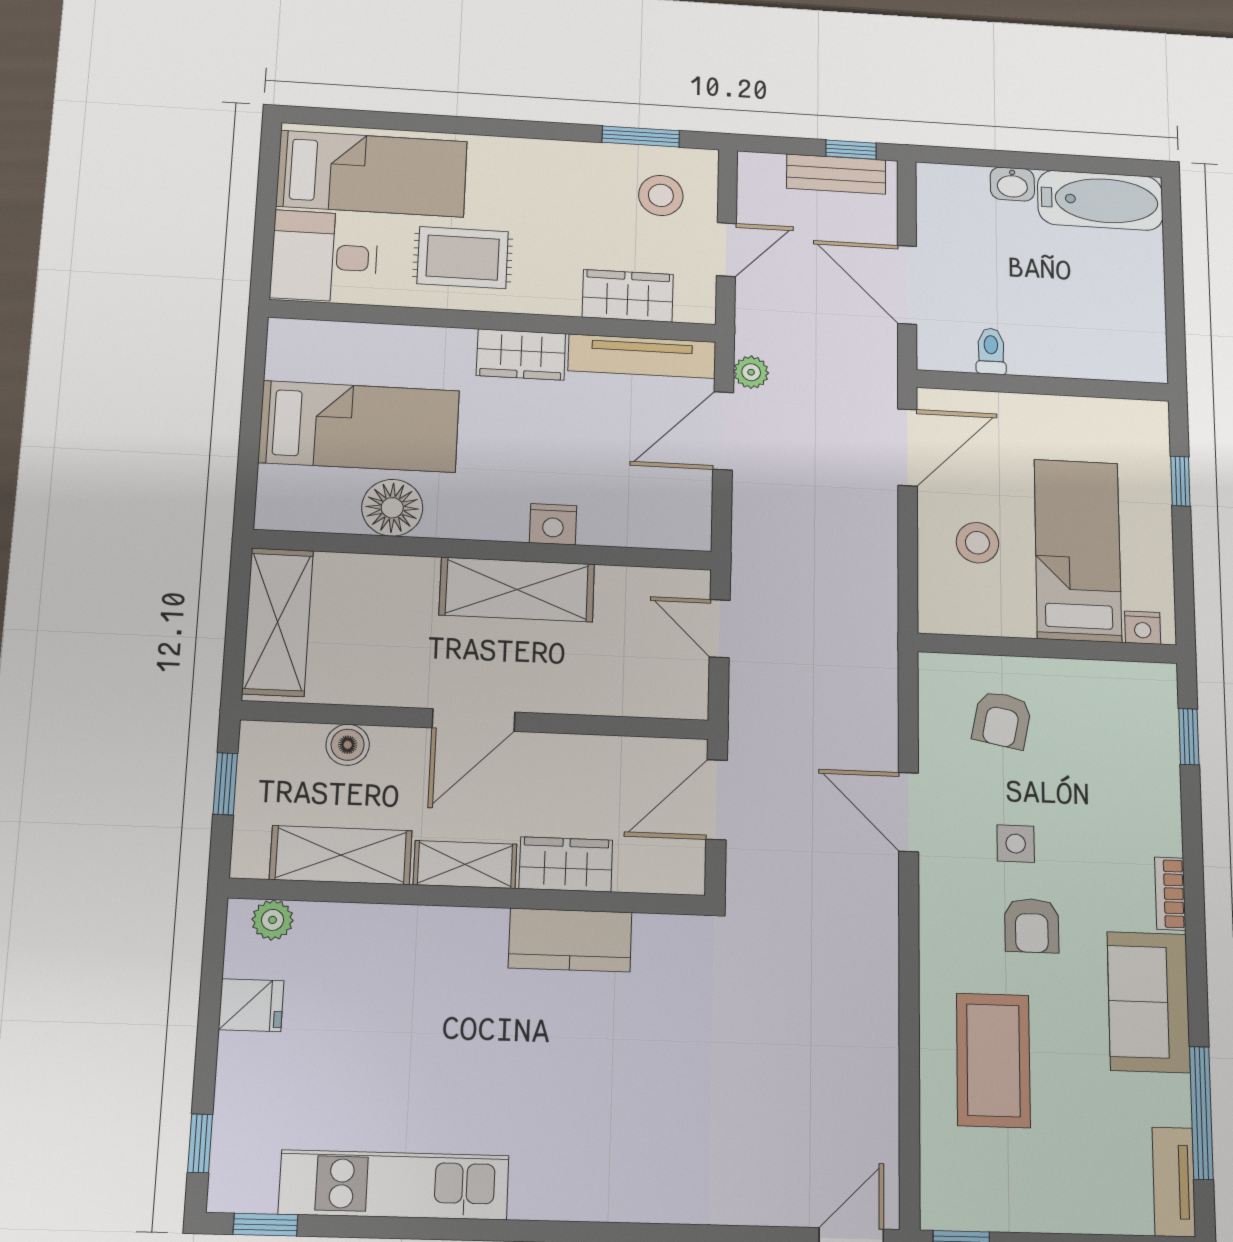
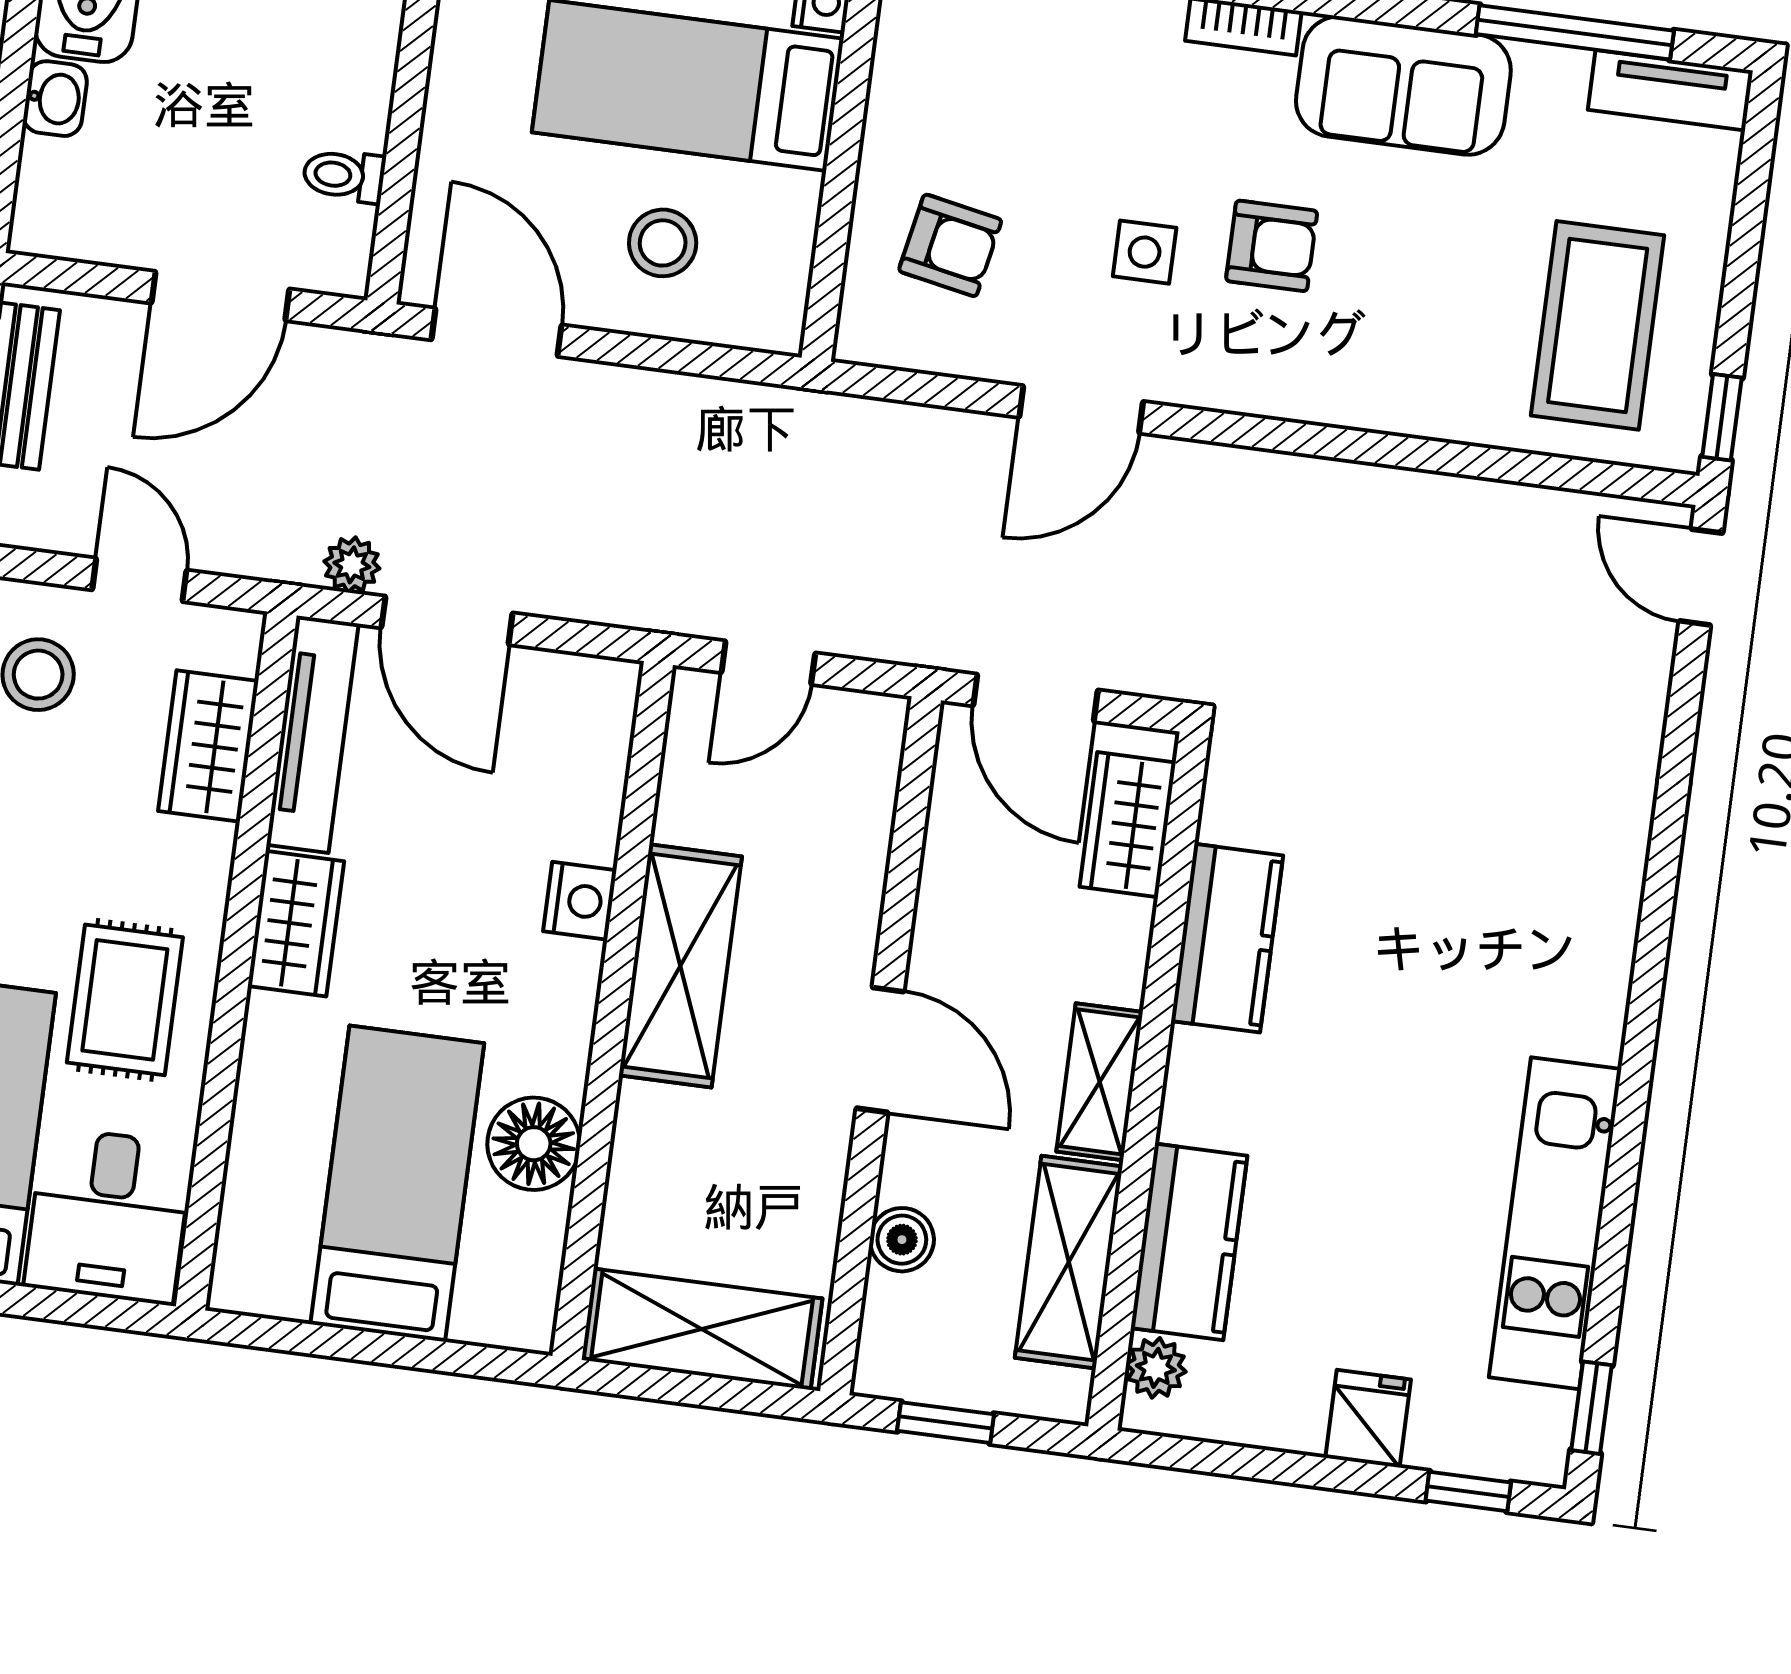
wardrobe: (566, 864) -> (1128, 825), moved
kitchen counter: (361, 934) -> (1189, 1242), added
fridge: (251, 1005) -> (1368, 1419), moved
coffee table: (993, 1060) -> (1598, 325), moved, turned 90

